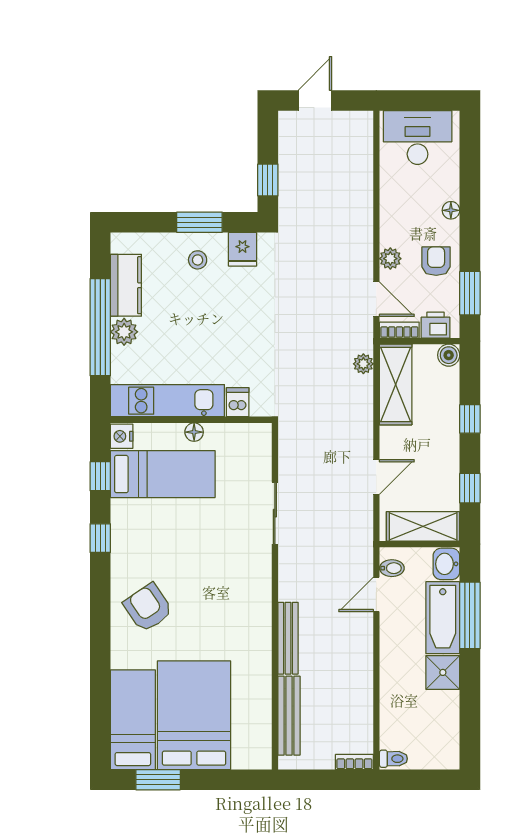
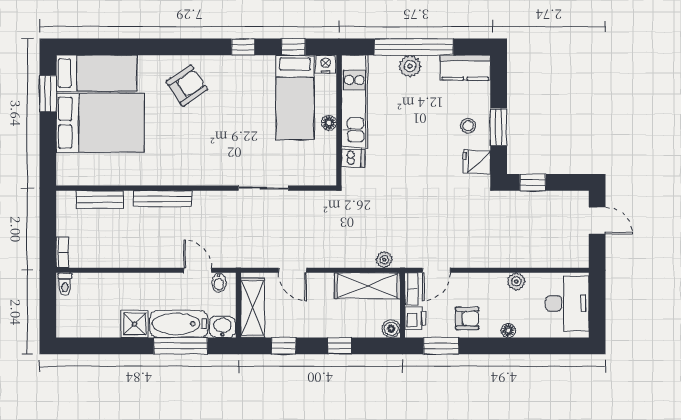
plant: (390, 259) -> (516, 281), moved
kitchen counter: (126, 285) -> (465, 68), moved
bench: (289, 716) -> (100, 200), width x0.73

